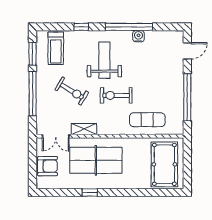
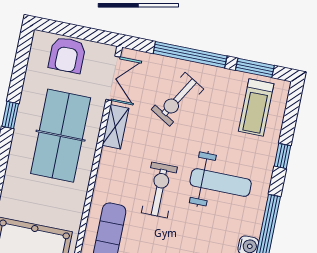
treadmill: (56, 48) -> (256, 107), turned -90
exercise bike: (72, 91) -> (177, 99), moved
double door: (56, 136) -> (113, 78), swing flipped

